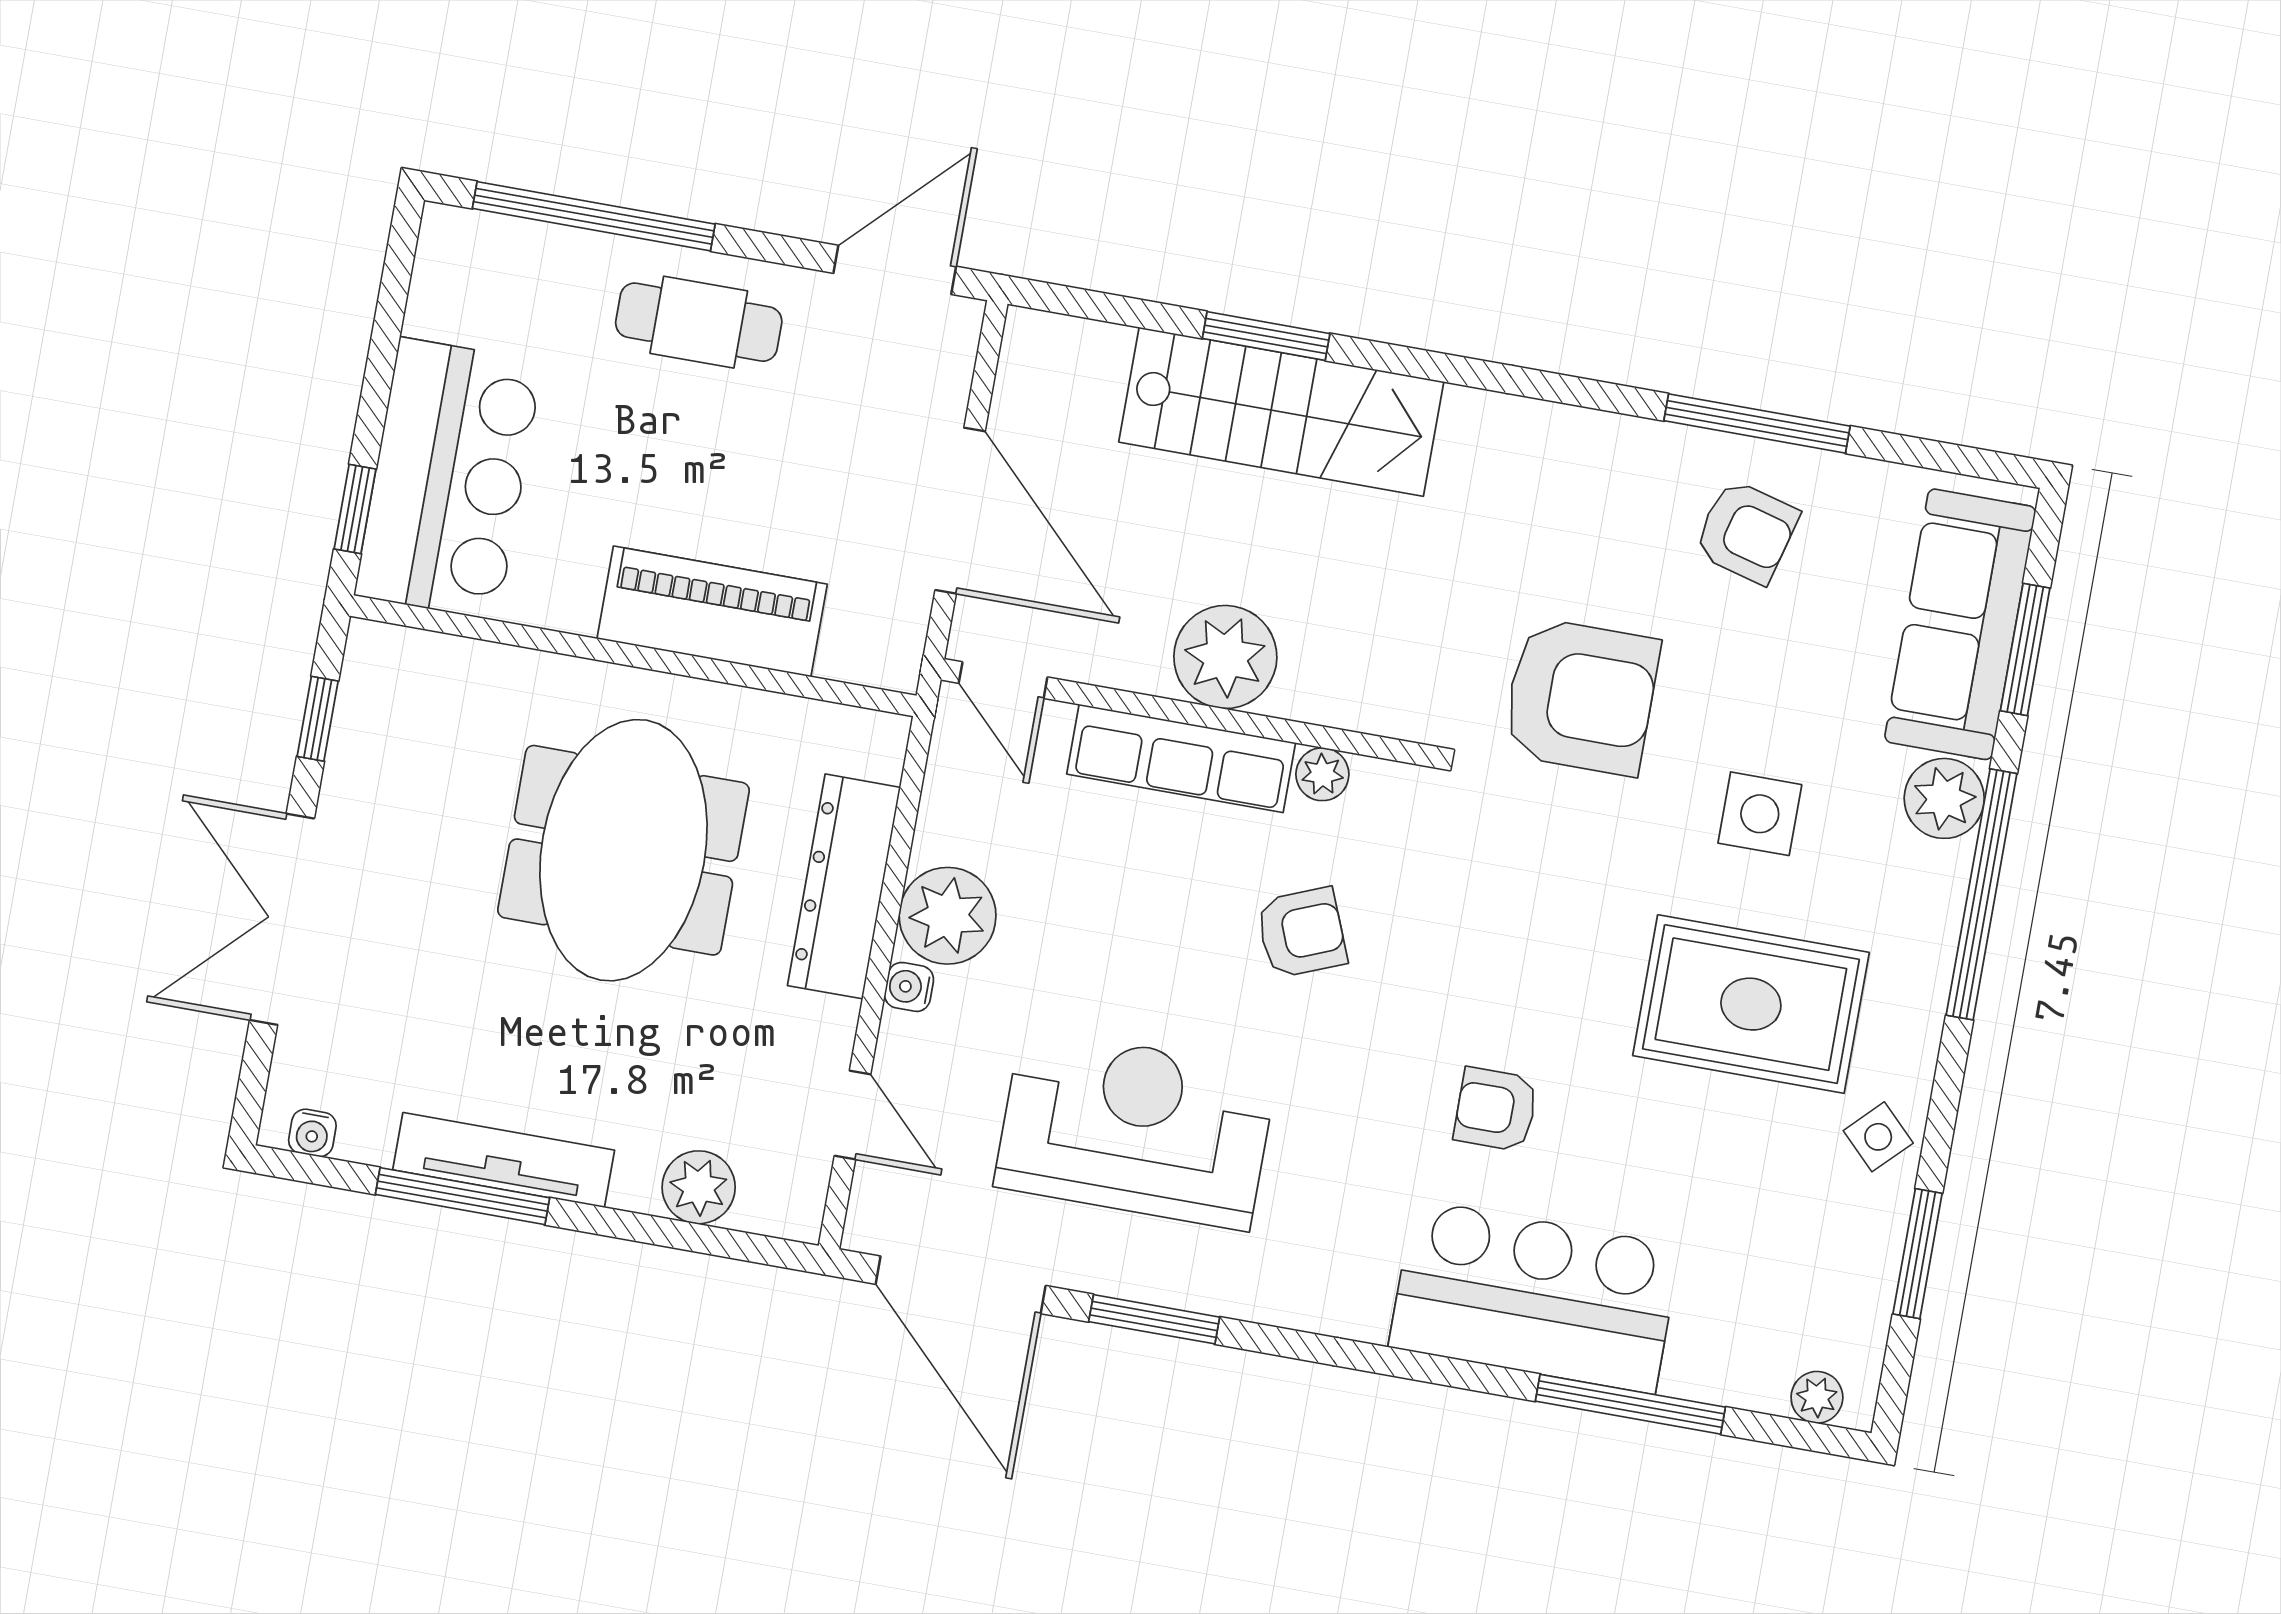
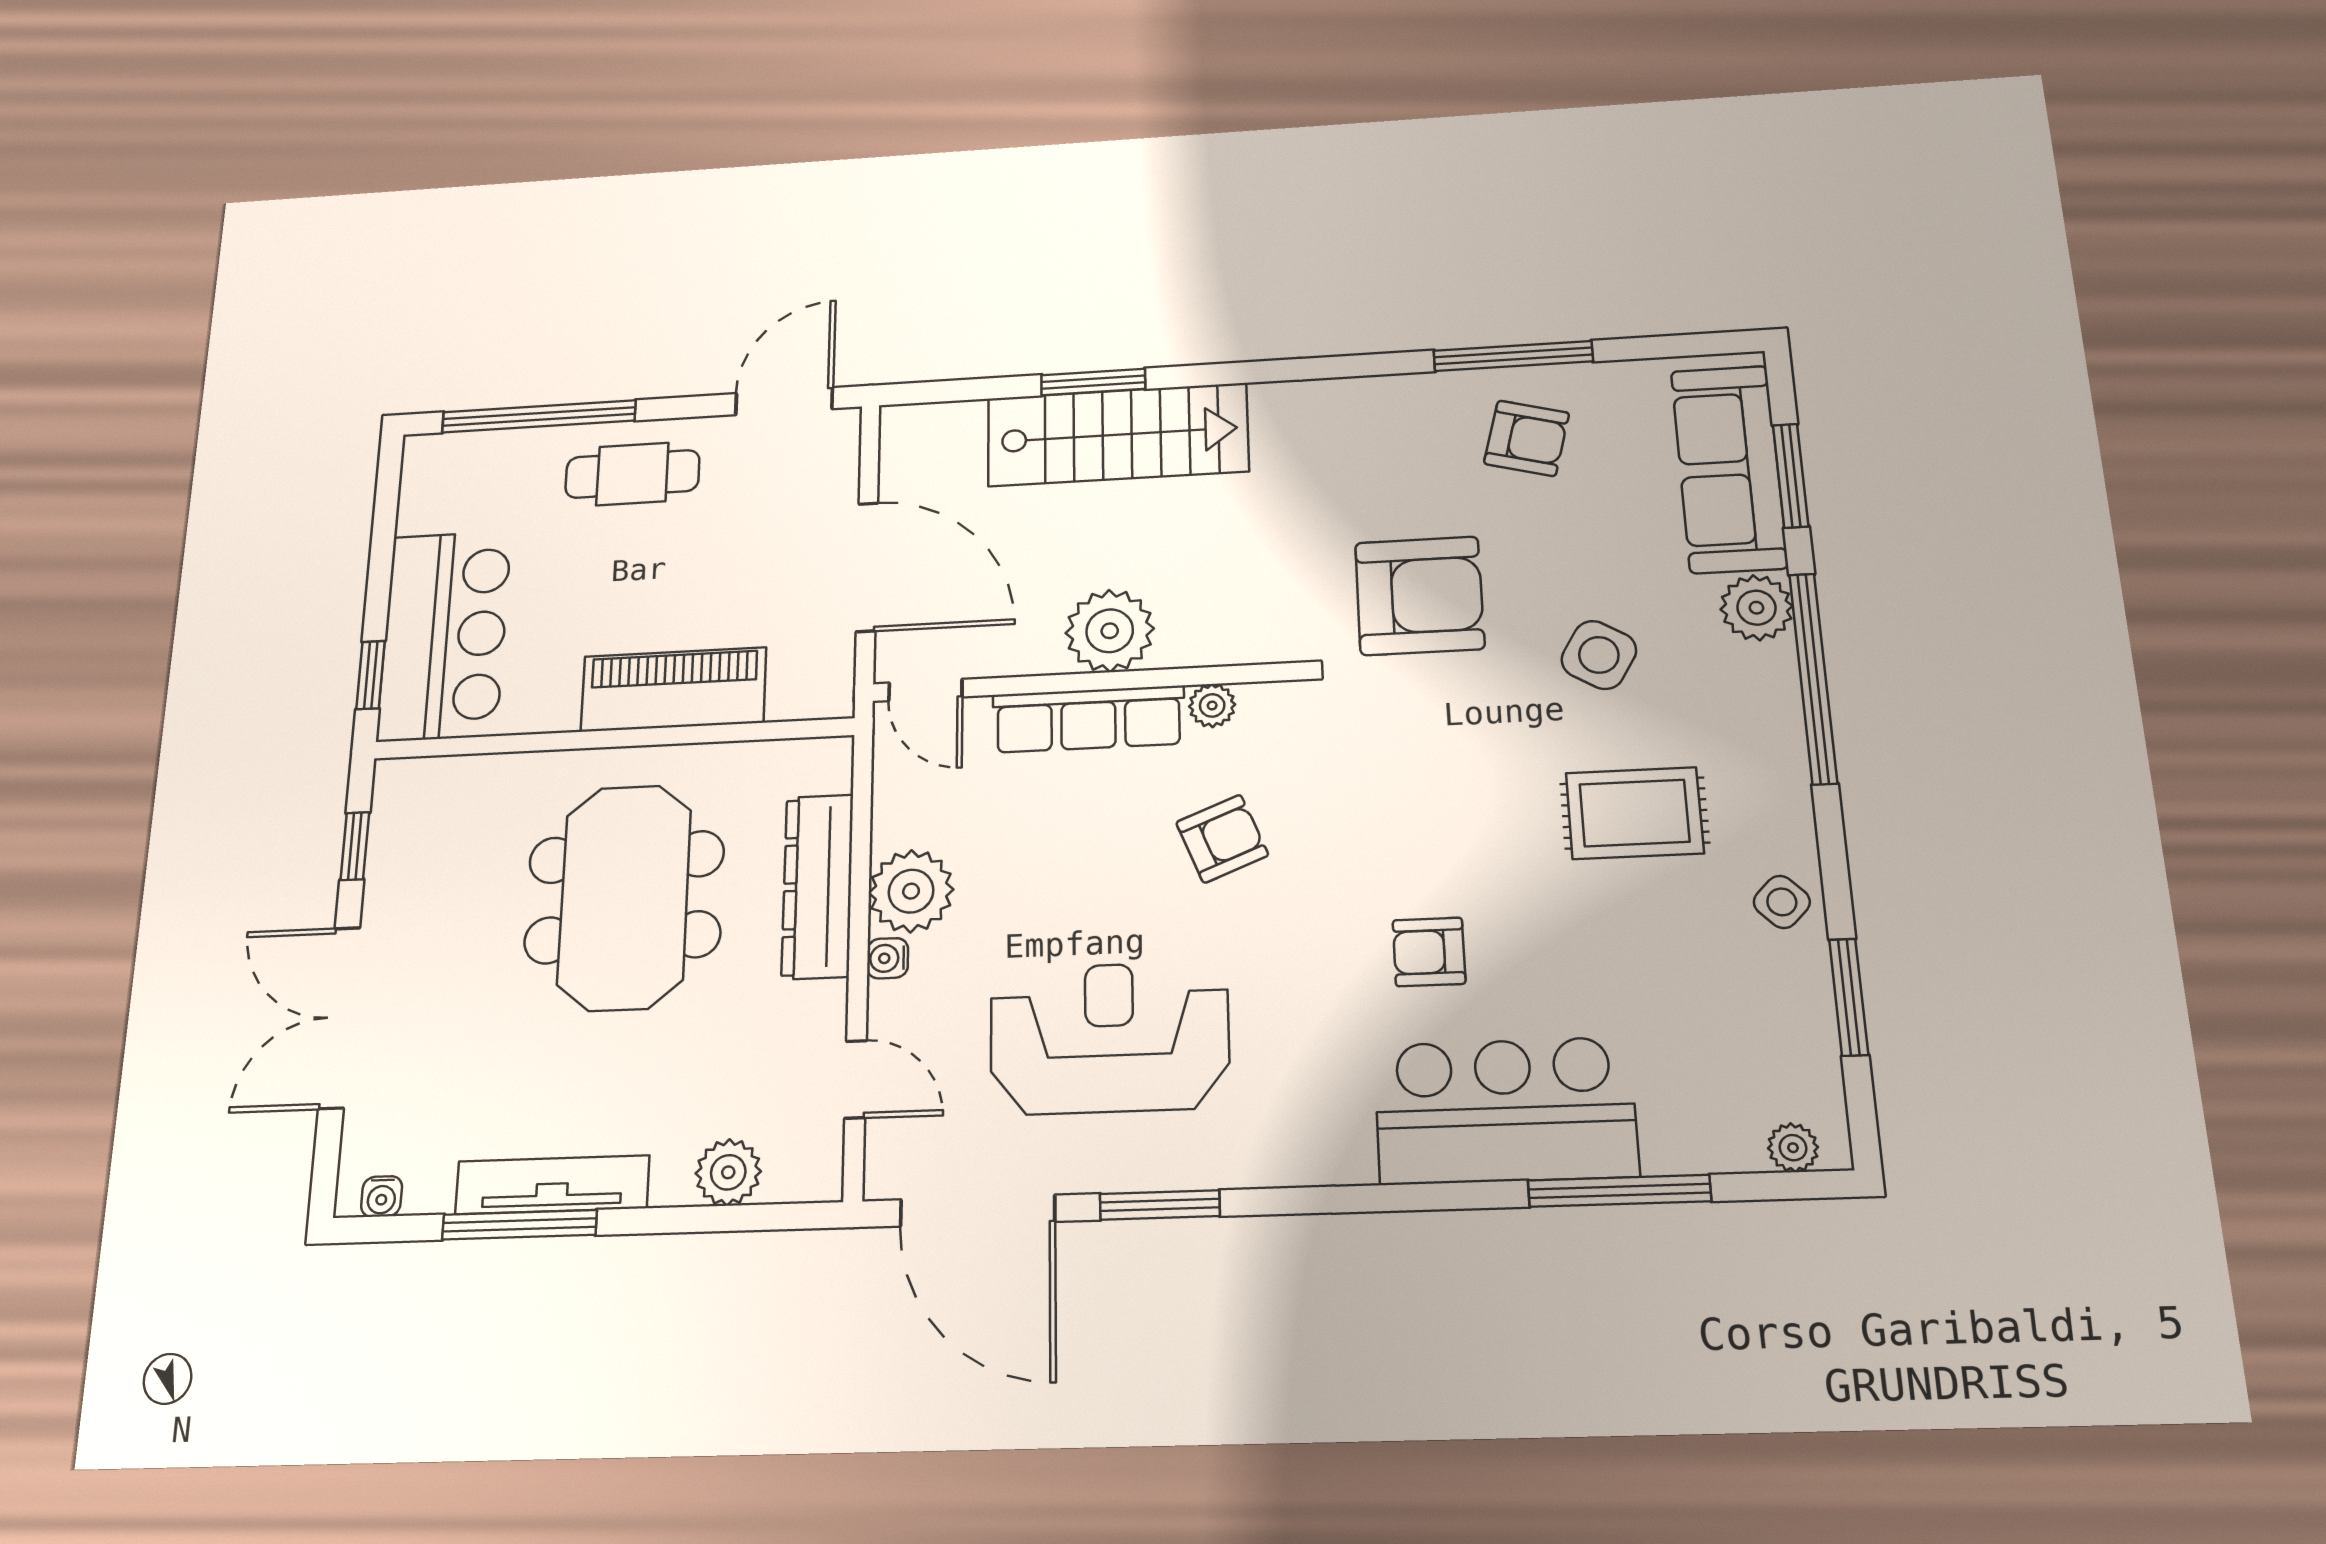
side table: (1760, 814) -> (1599, 655), turned 31
rug: (1751, 1004) -> (1634, 813), width x0.73, depth x0.70

